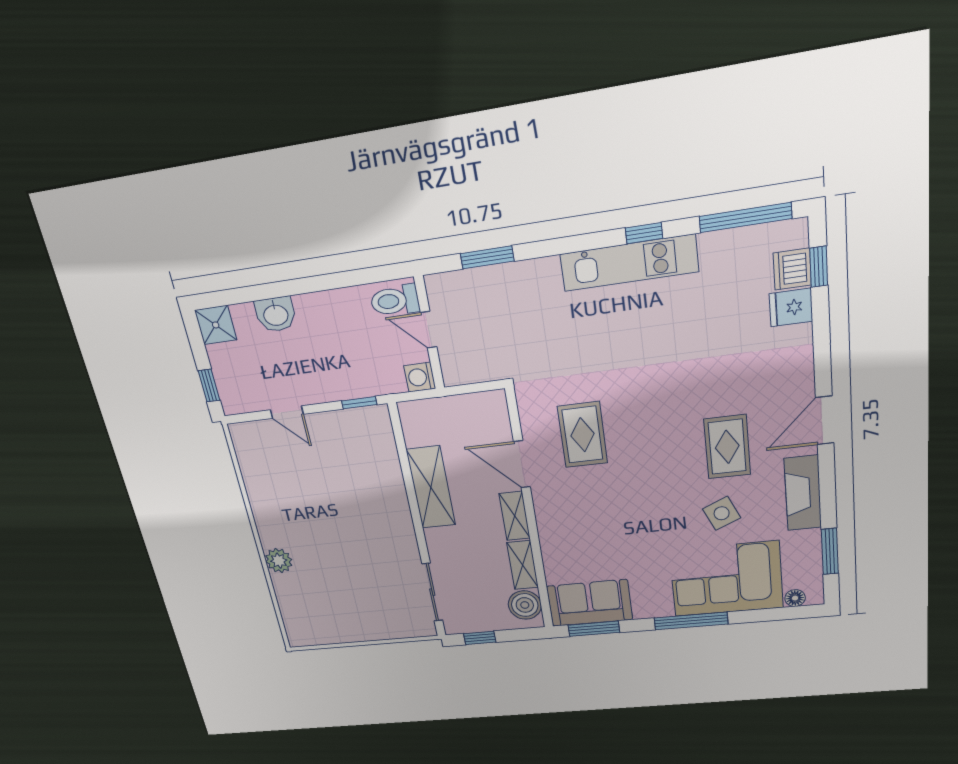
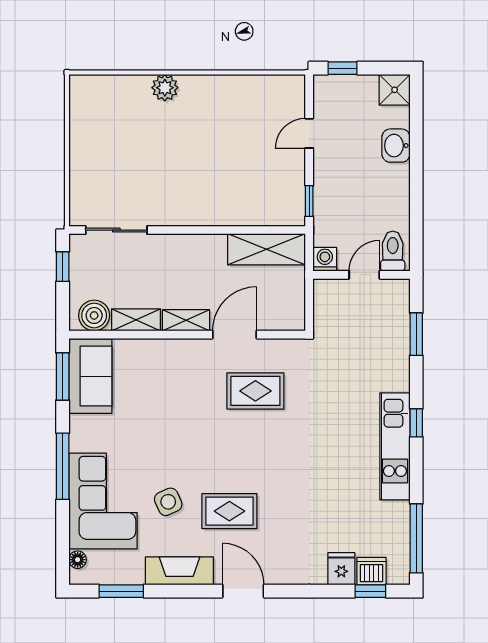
window: (644, 233) -> (416, 423), moved
shelving: (431, 487) -> (267, 249), moved

